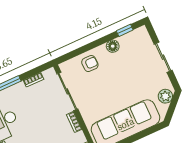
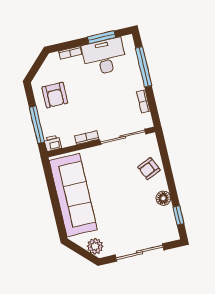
sliding door: (163, 57) -> (140, 252), width x1.37
armchair: (90, 64) -> (149, 169), turned 66

